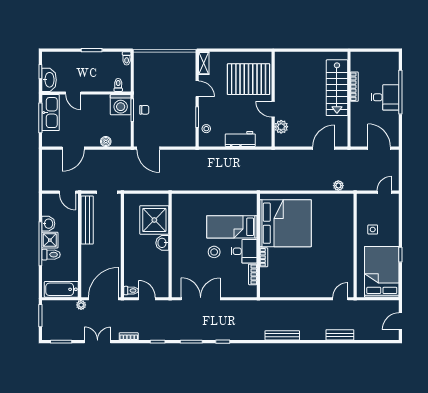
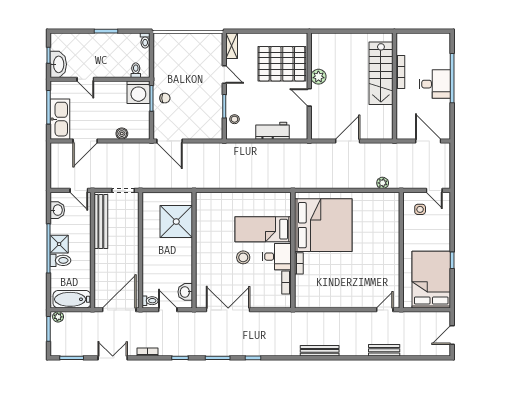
kitchen sink: (51, 113) -> (60, 119), moved
plant: (281, 127) -> (318, 77), moved
door: (324, 148) -> (348, 141), moved
door: (384, 192) -> (434, 190), swing flipped
washbasin: (48, 224) -> (57, 210), moved
side table: (373, 230) -> (420, 209), moved
washbasin: (162, 243) -> (185, 292), moved
plant: (81, 305) -> (58, 317), moved

